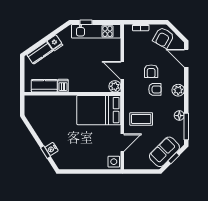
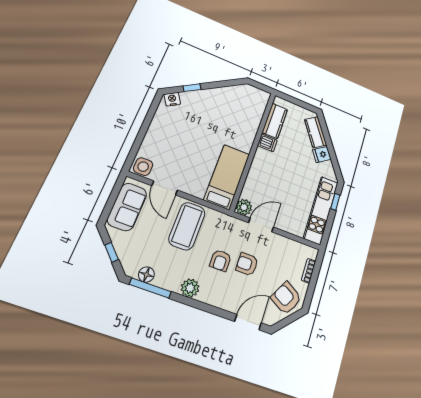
plant: (178, 90) -> (190, 288), moved
bed: (99, 110) -> (227, 177), width x0.67
floor lamp: (179, 116) -> (146, 275), moved
coffee table: (141, 119) -> (187, 226), width x1.36, depth x1.32
nightstand: (52, 149) -> (172, 99), moved
sofa: (164, 152) -> (127, 207), moved, turned 45

